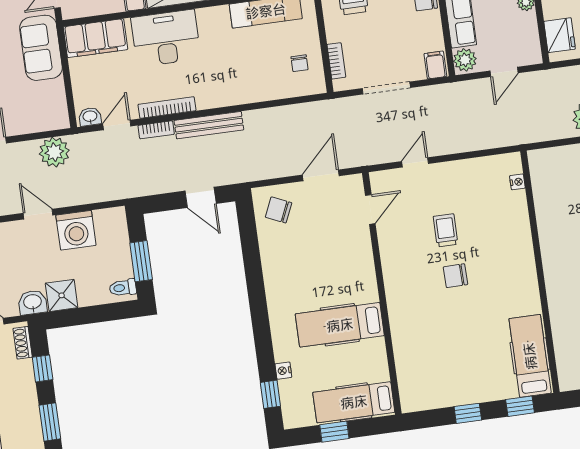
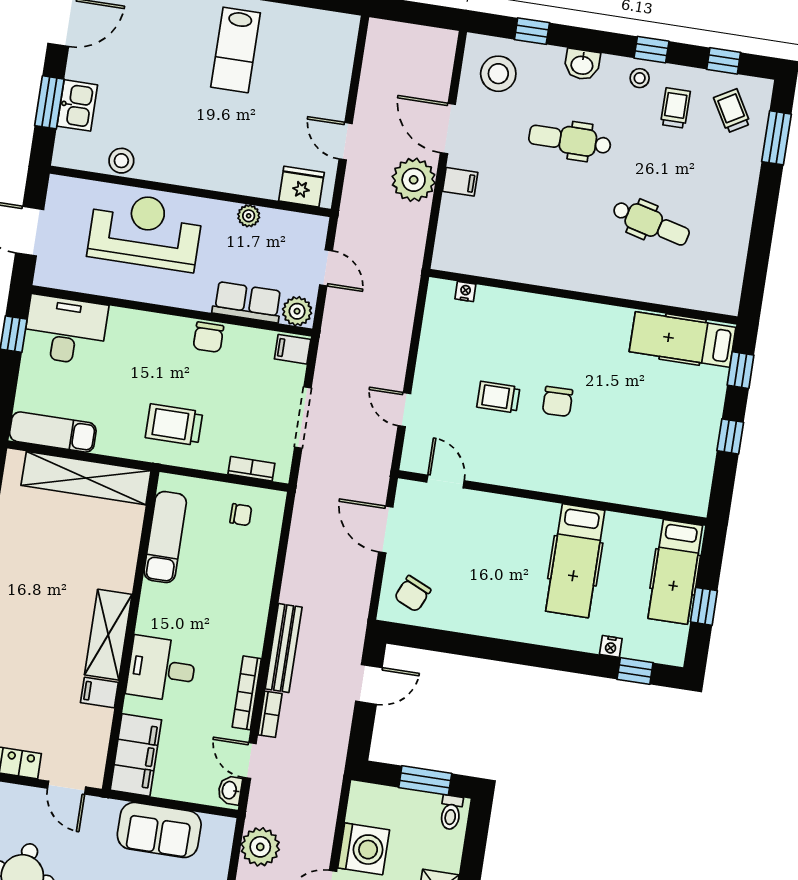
desk: (166, 38) -> (162, 669), width x0.73
sofa: (41, 48) -> (159, 830), moved

